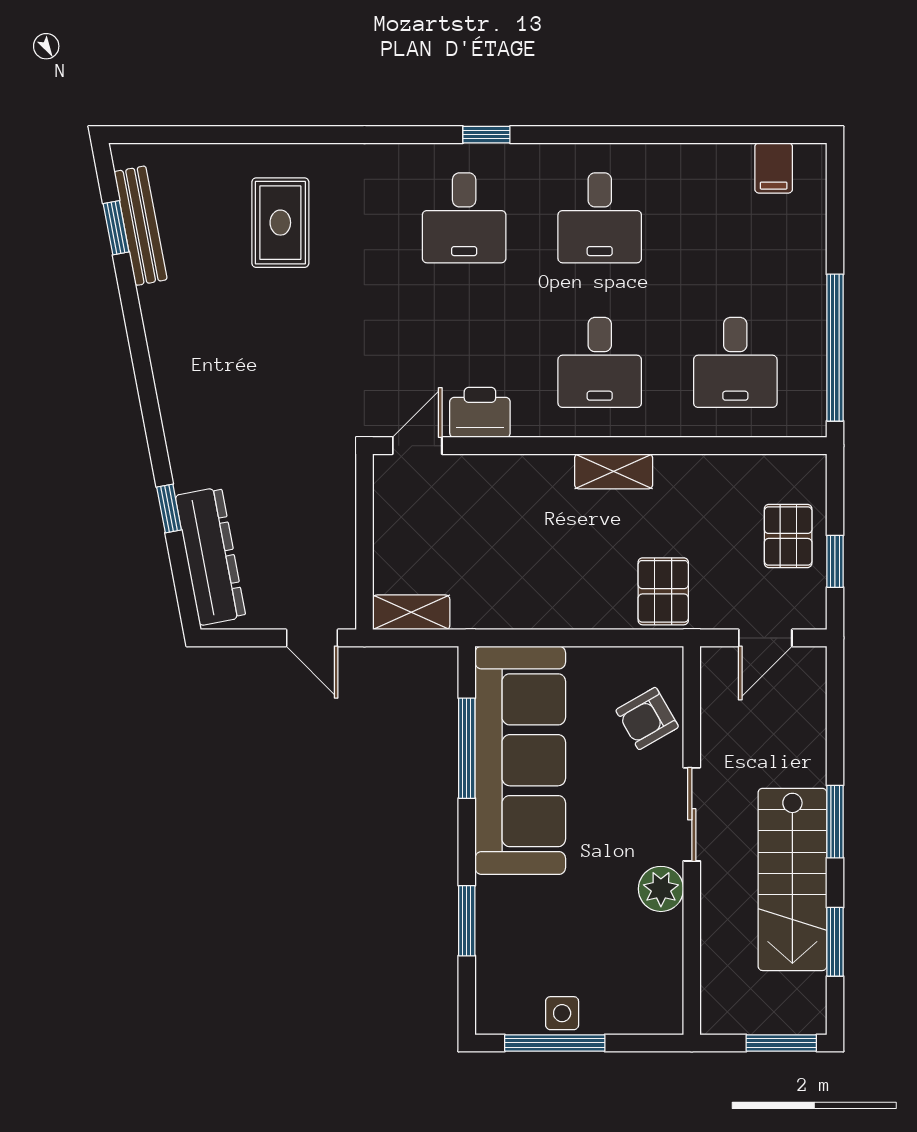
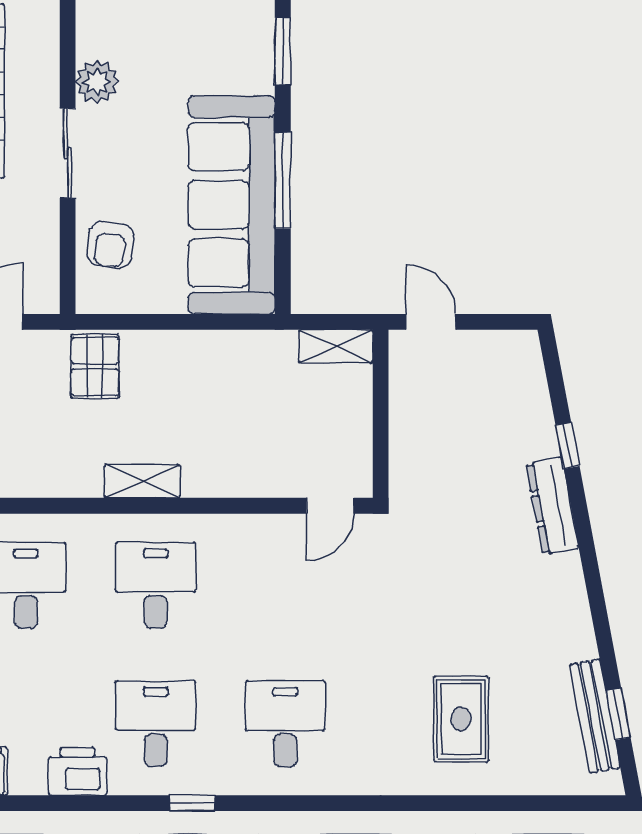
window: (486, 135) -> (192, 803), moved
printer: (480, 412) -> (78, 771), moved, turned 180
dresser: (210, 556) -> (552, 506), moved, width x0.73, depth x0.80
armchair: (647, 718) -> (110, 245), turned 127
window: (467, 748) -> (283, 180), moved

